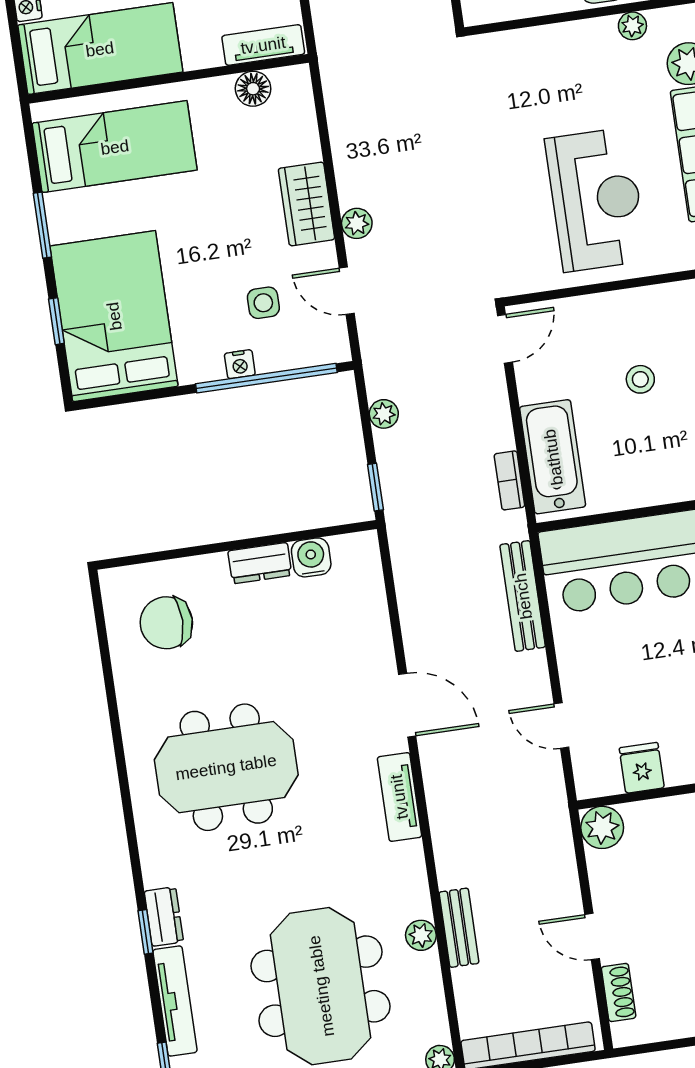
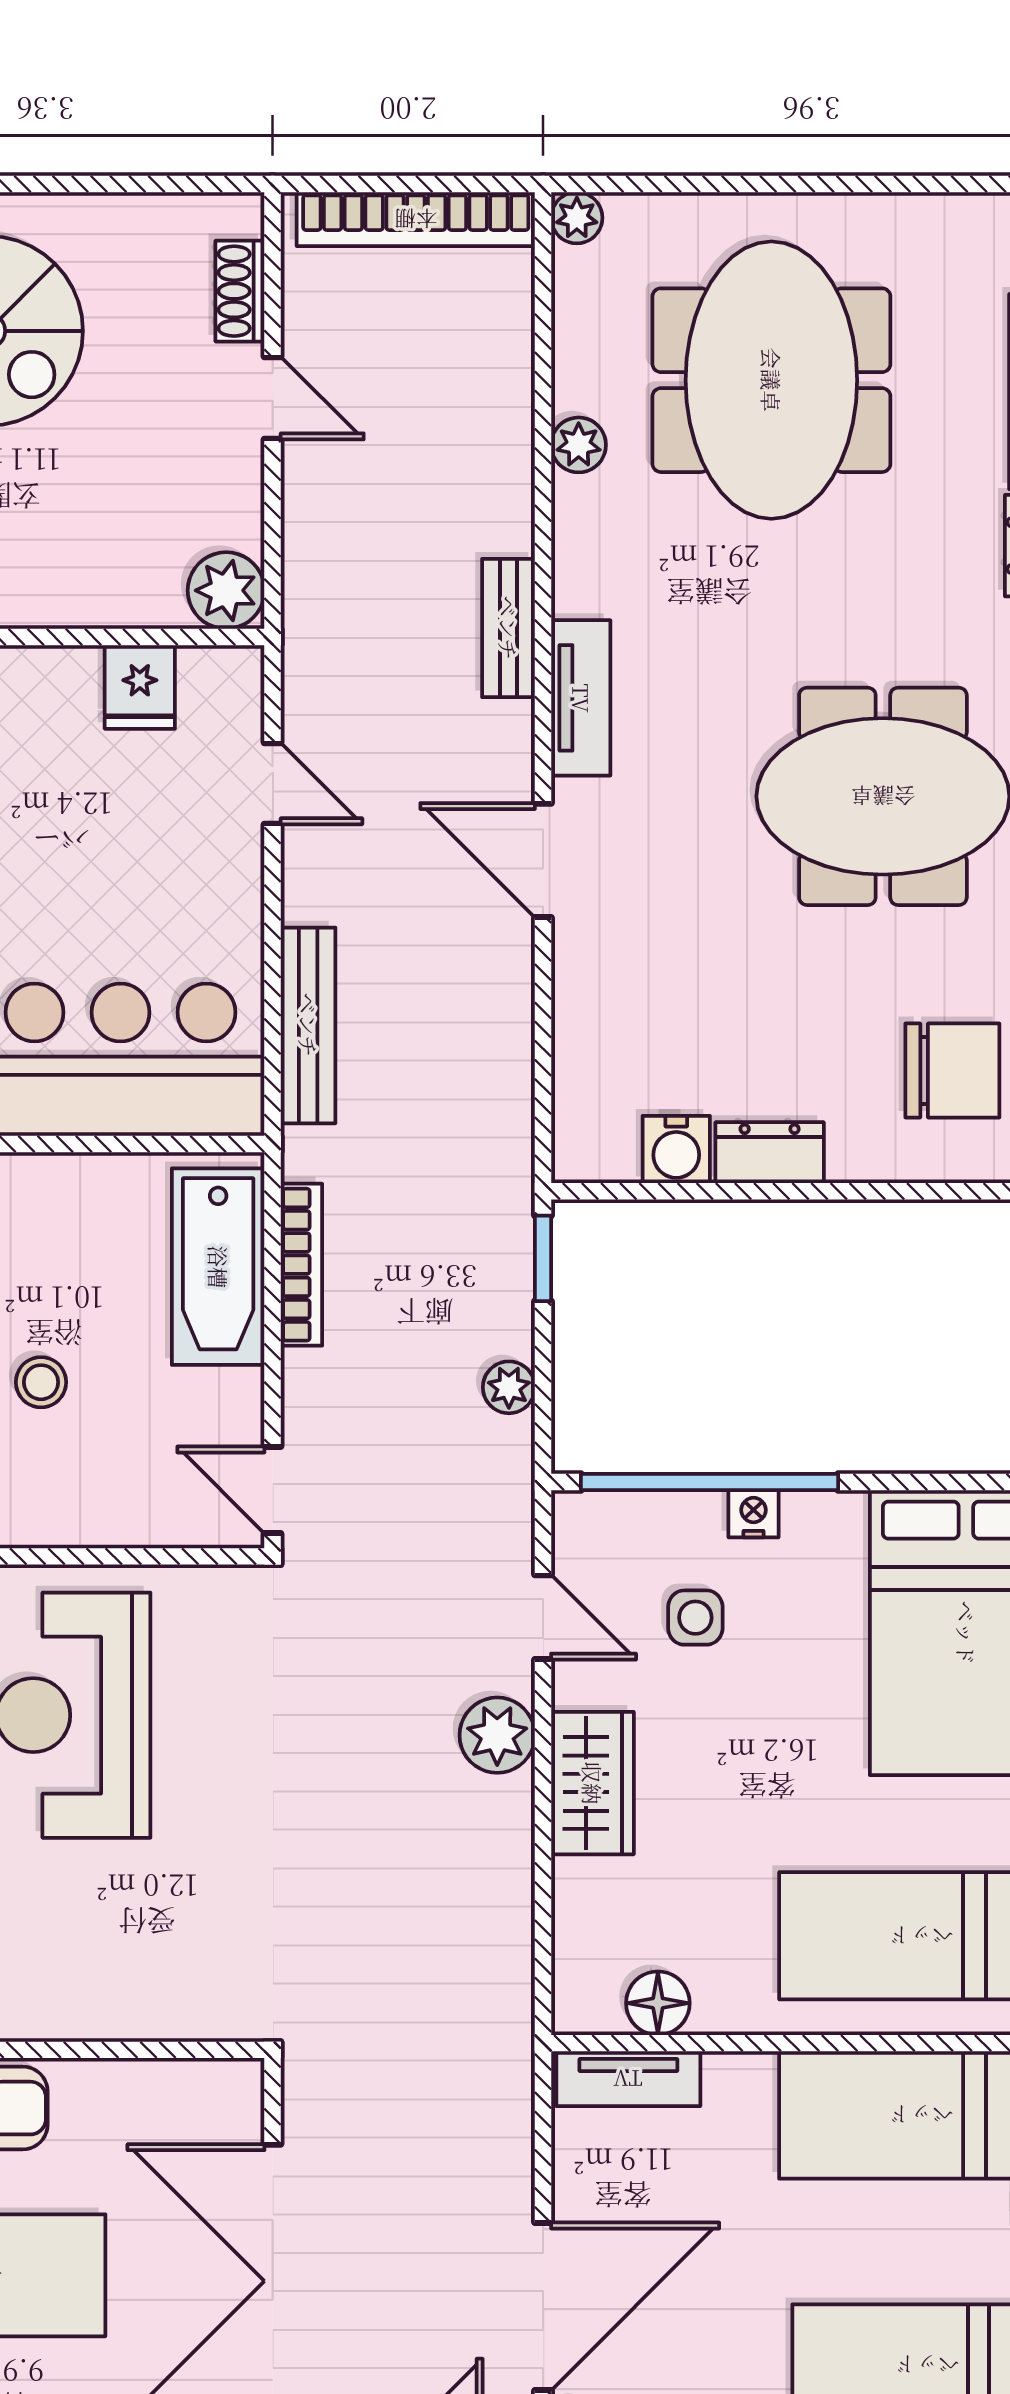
plant: (357, 223) -> (497, 1735), width x1.38, depth x1.38
door: (505, 339) -> (273, 1490), hinge flipped
bookcase: (509, 480) -> (301, 1265), width x1.56
bench: (459, 928) -> (508, 628), moved

